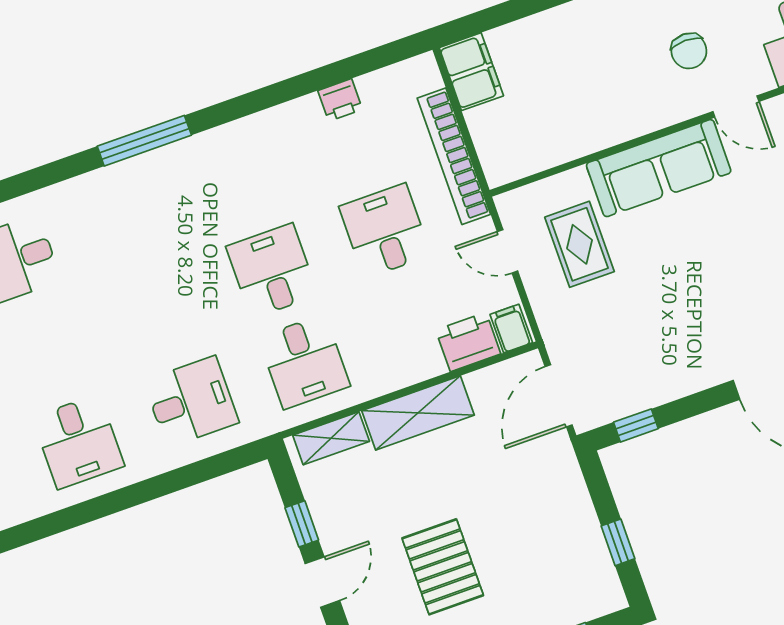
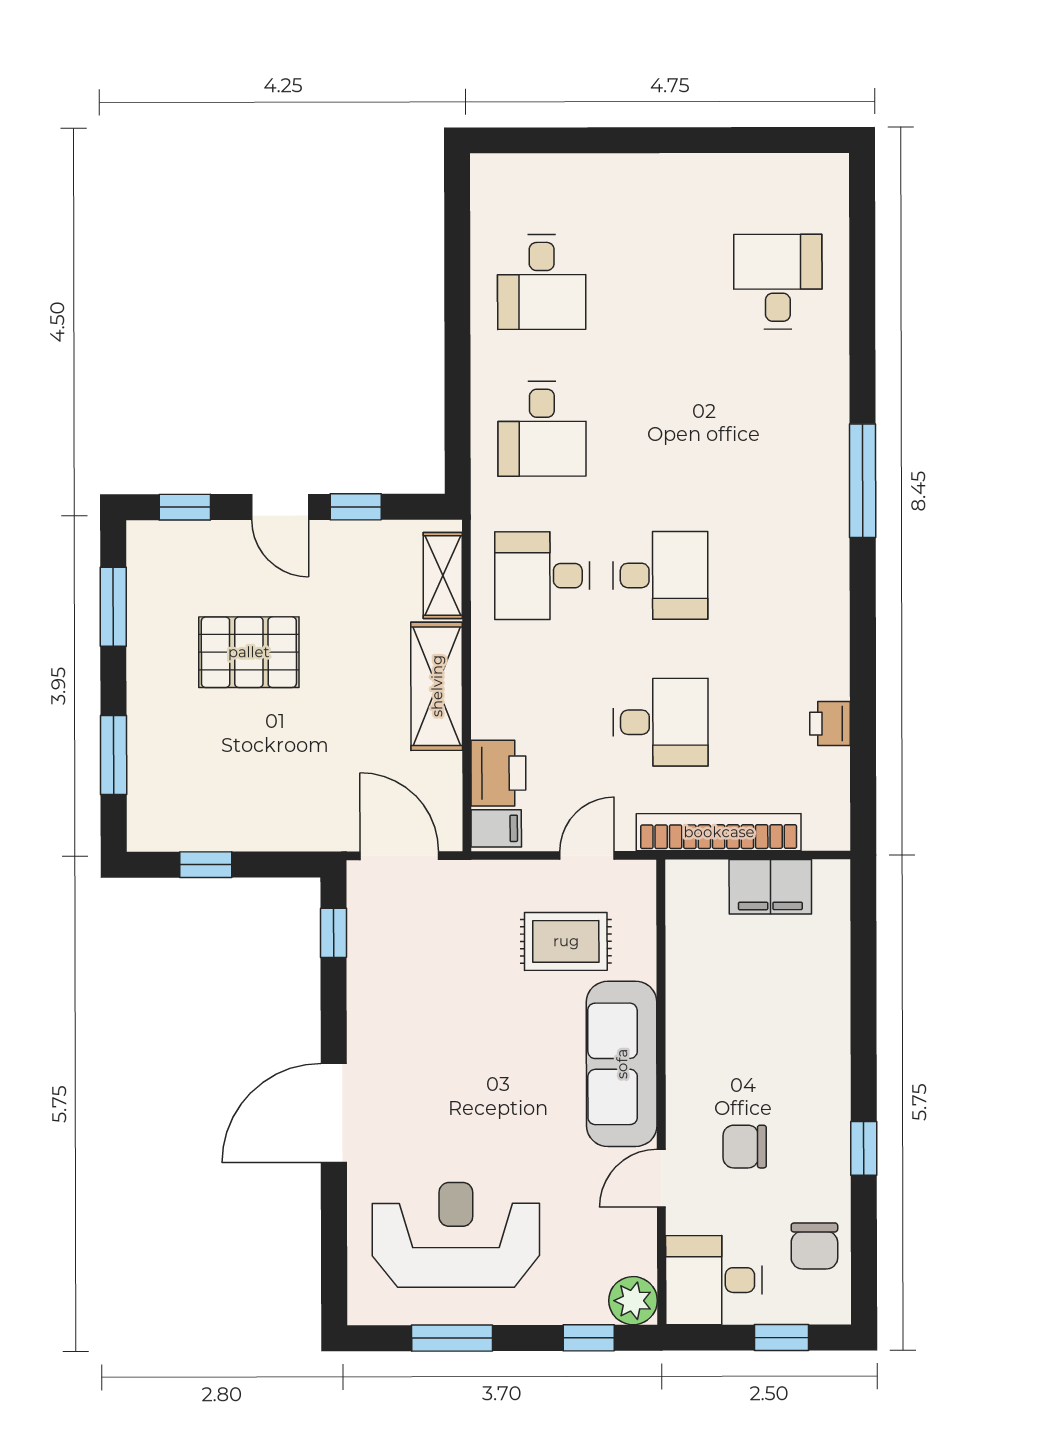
filing cabinet: (471, 72) -> (770, 887), moved
desk: (78, 442) -> (542, 282), turned -90

